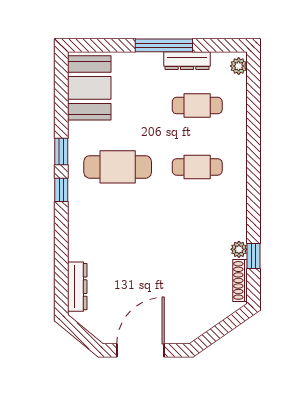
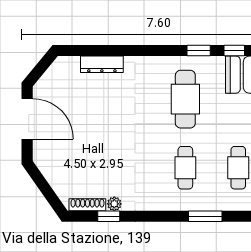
window: (254, 144) -> (205, 216), added
window: (61, 190) -> (234, 51), moved
dresser: (77, 287) -> (102, 64), moved

